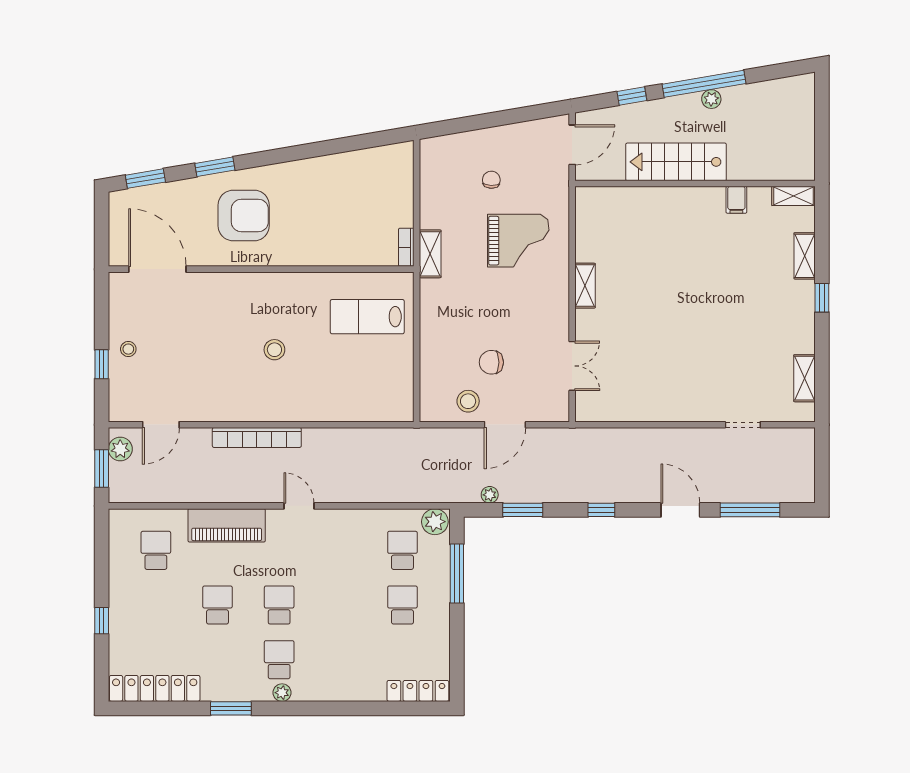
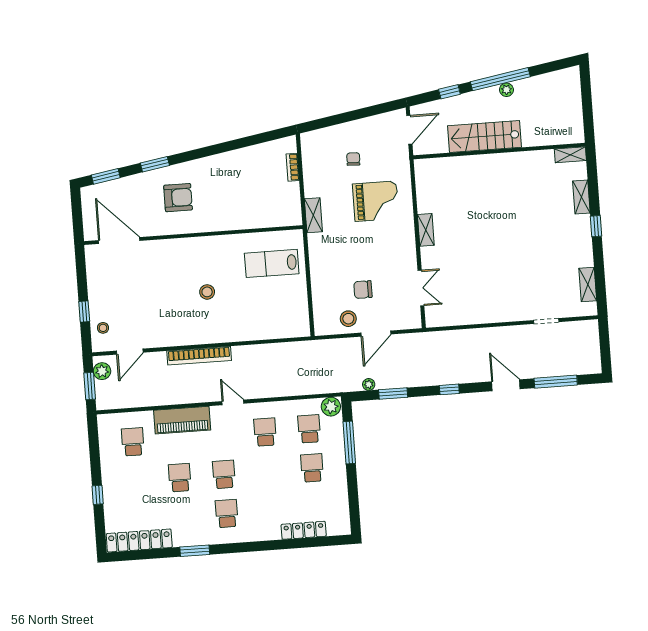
filing cabinet: (736, 200) -> (530, 161), removed
armchair: (244, 215) -> (178, 198), width x0.73, depth x0.73
bookcase: (406, 247) -> (293, 167), moved
stool: (128, 349) -> (103, 328), moved
school desk: (341, 550) -> (265, 432), added
locker: (418, 691) -> (304, 530), moved
plant: (282, 693) -> (231, 537), removed

